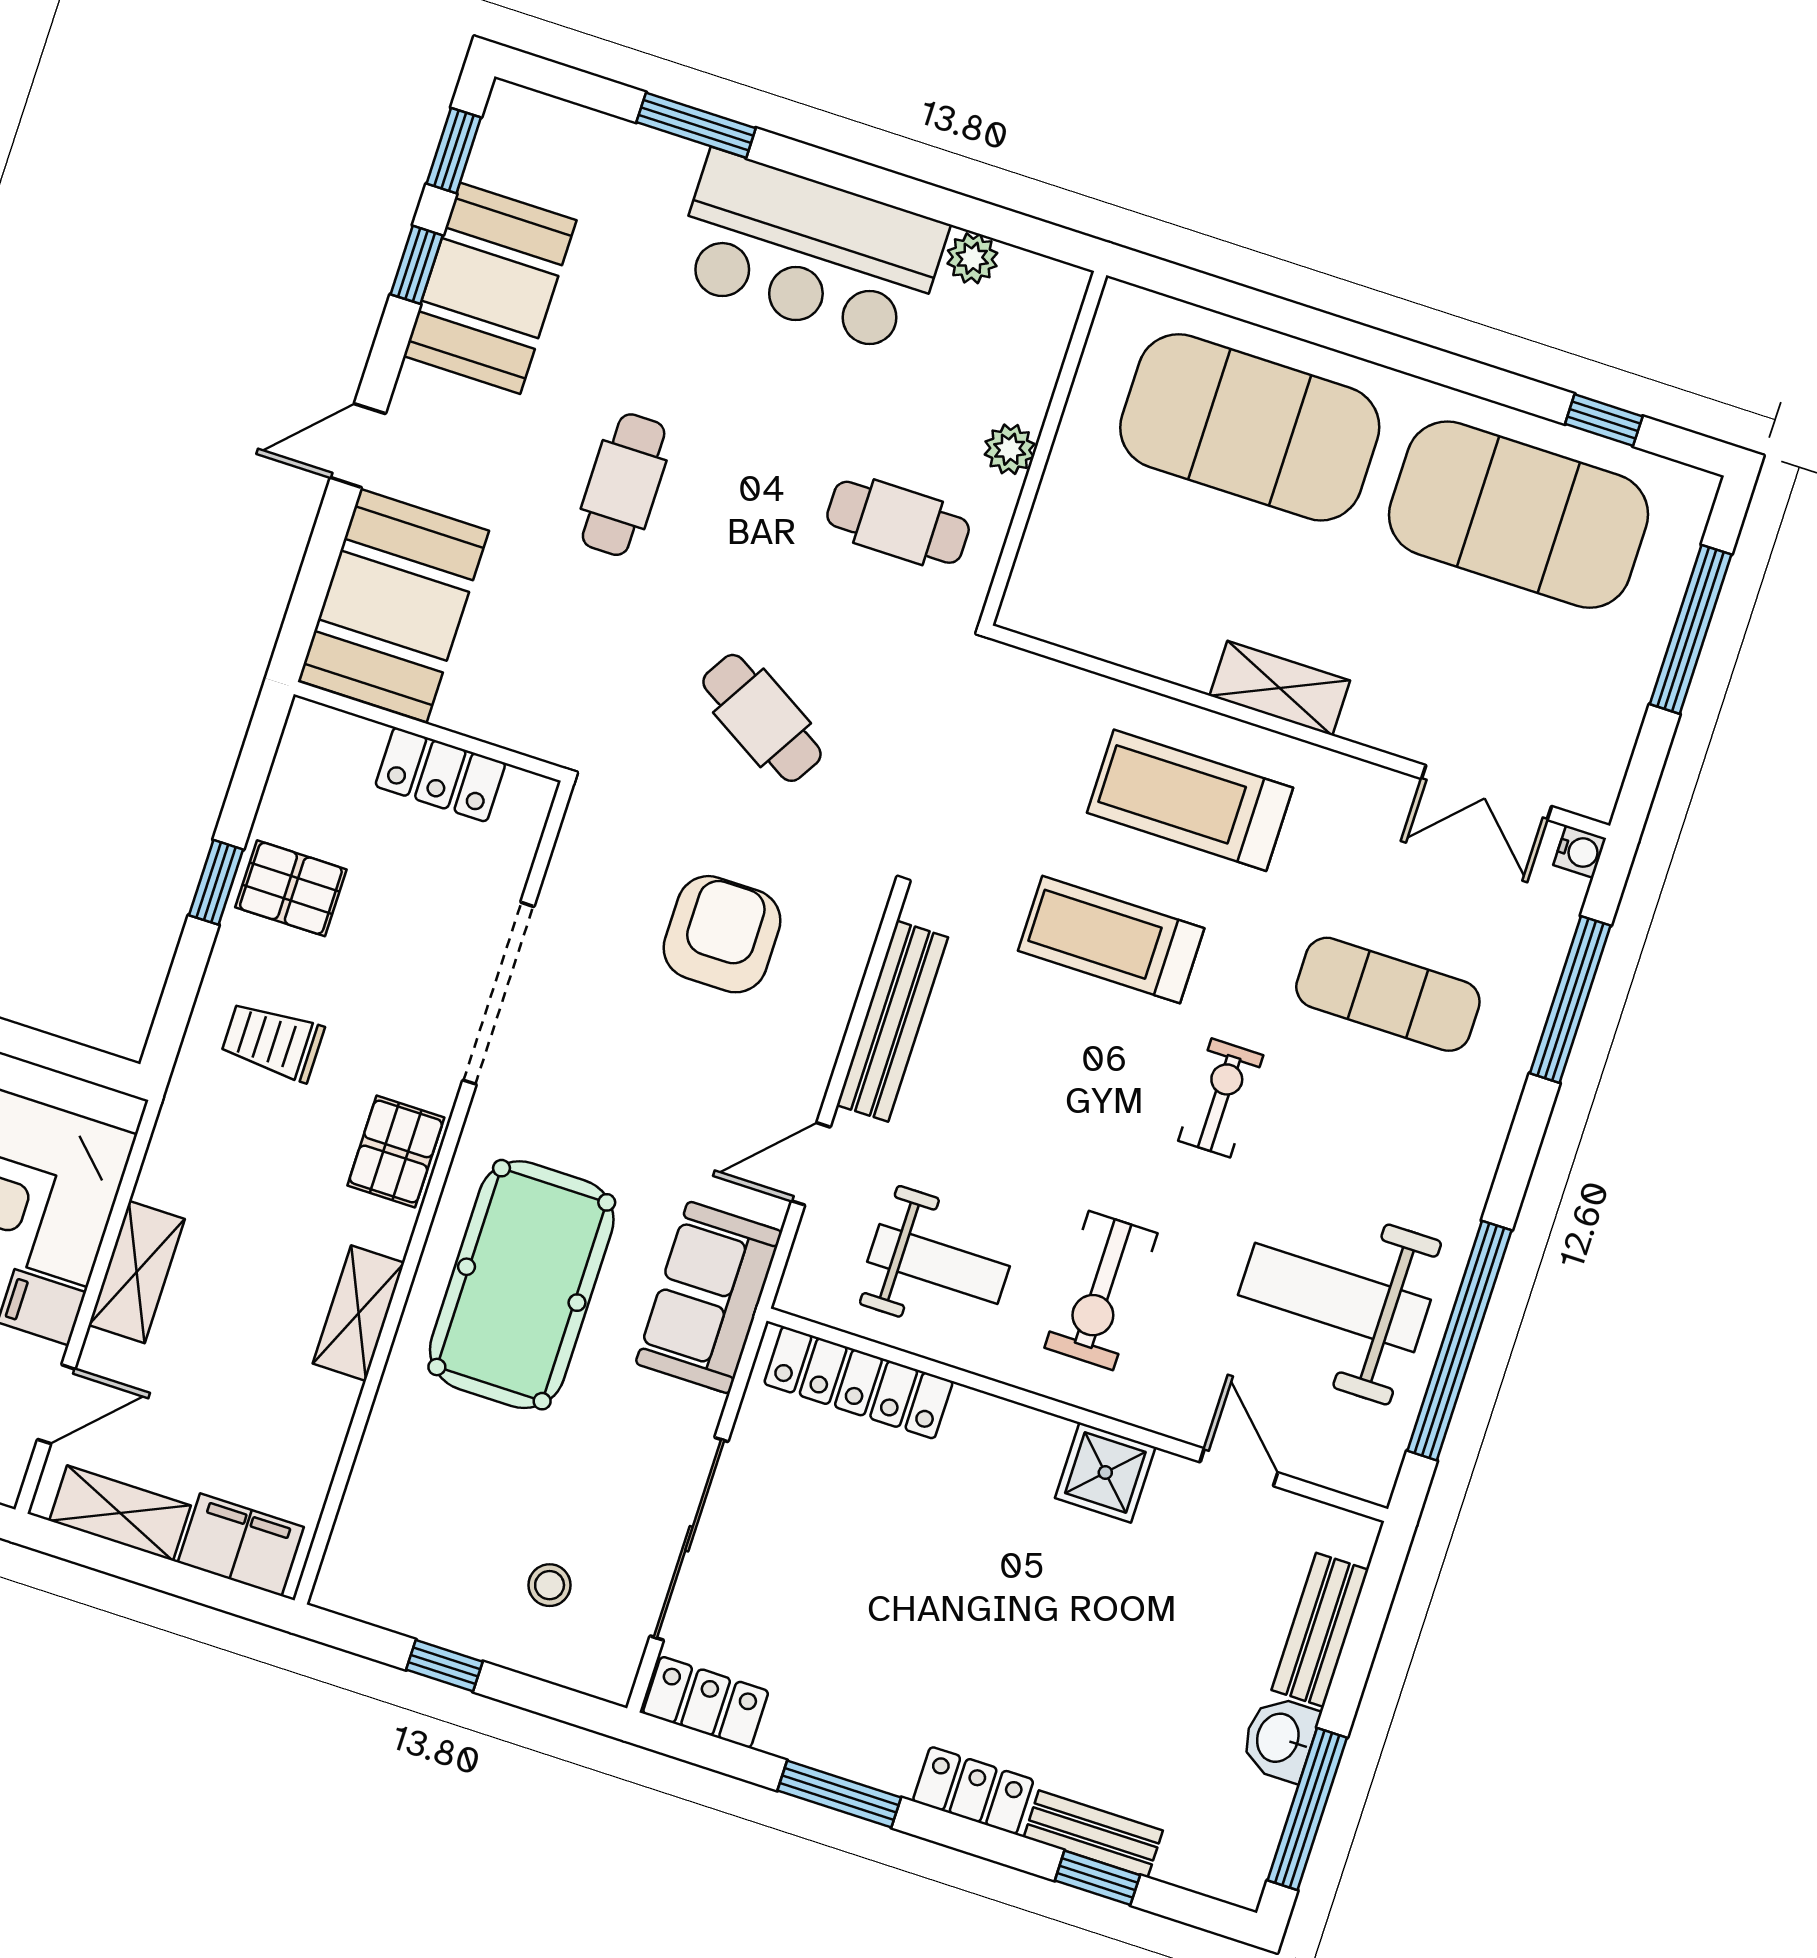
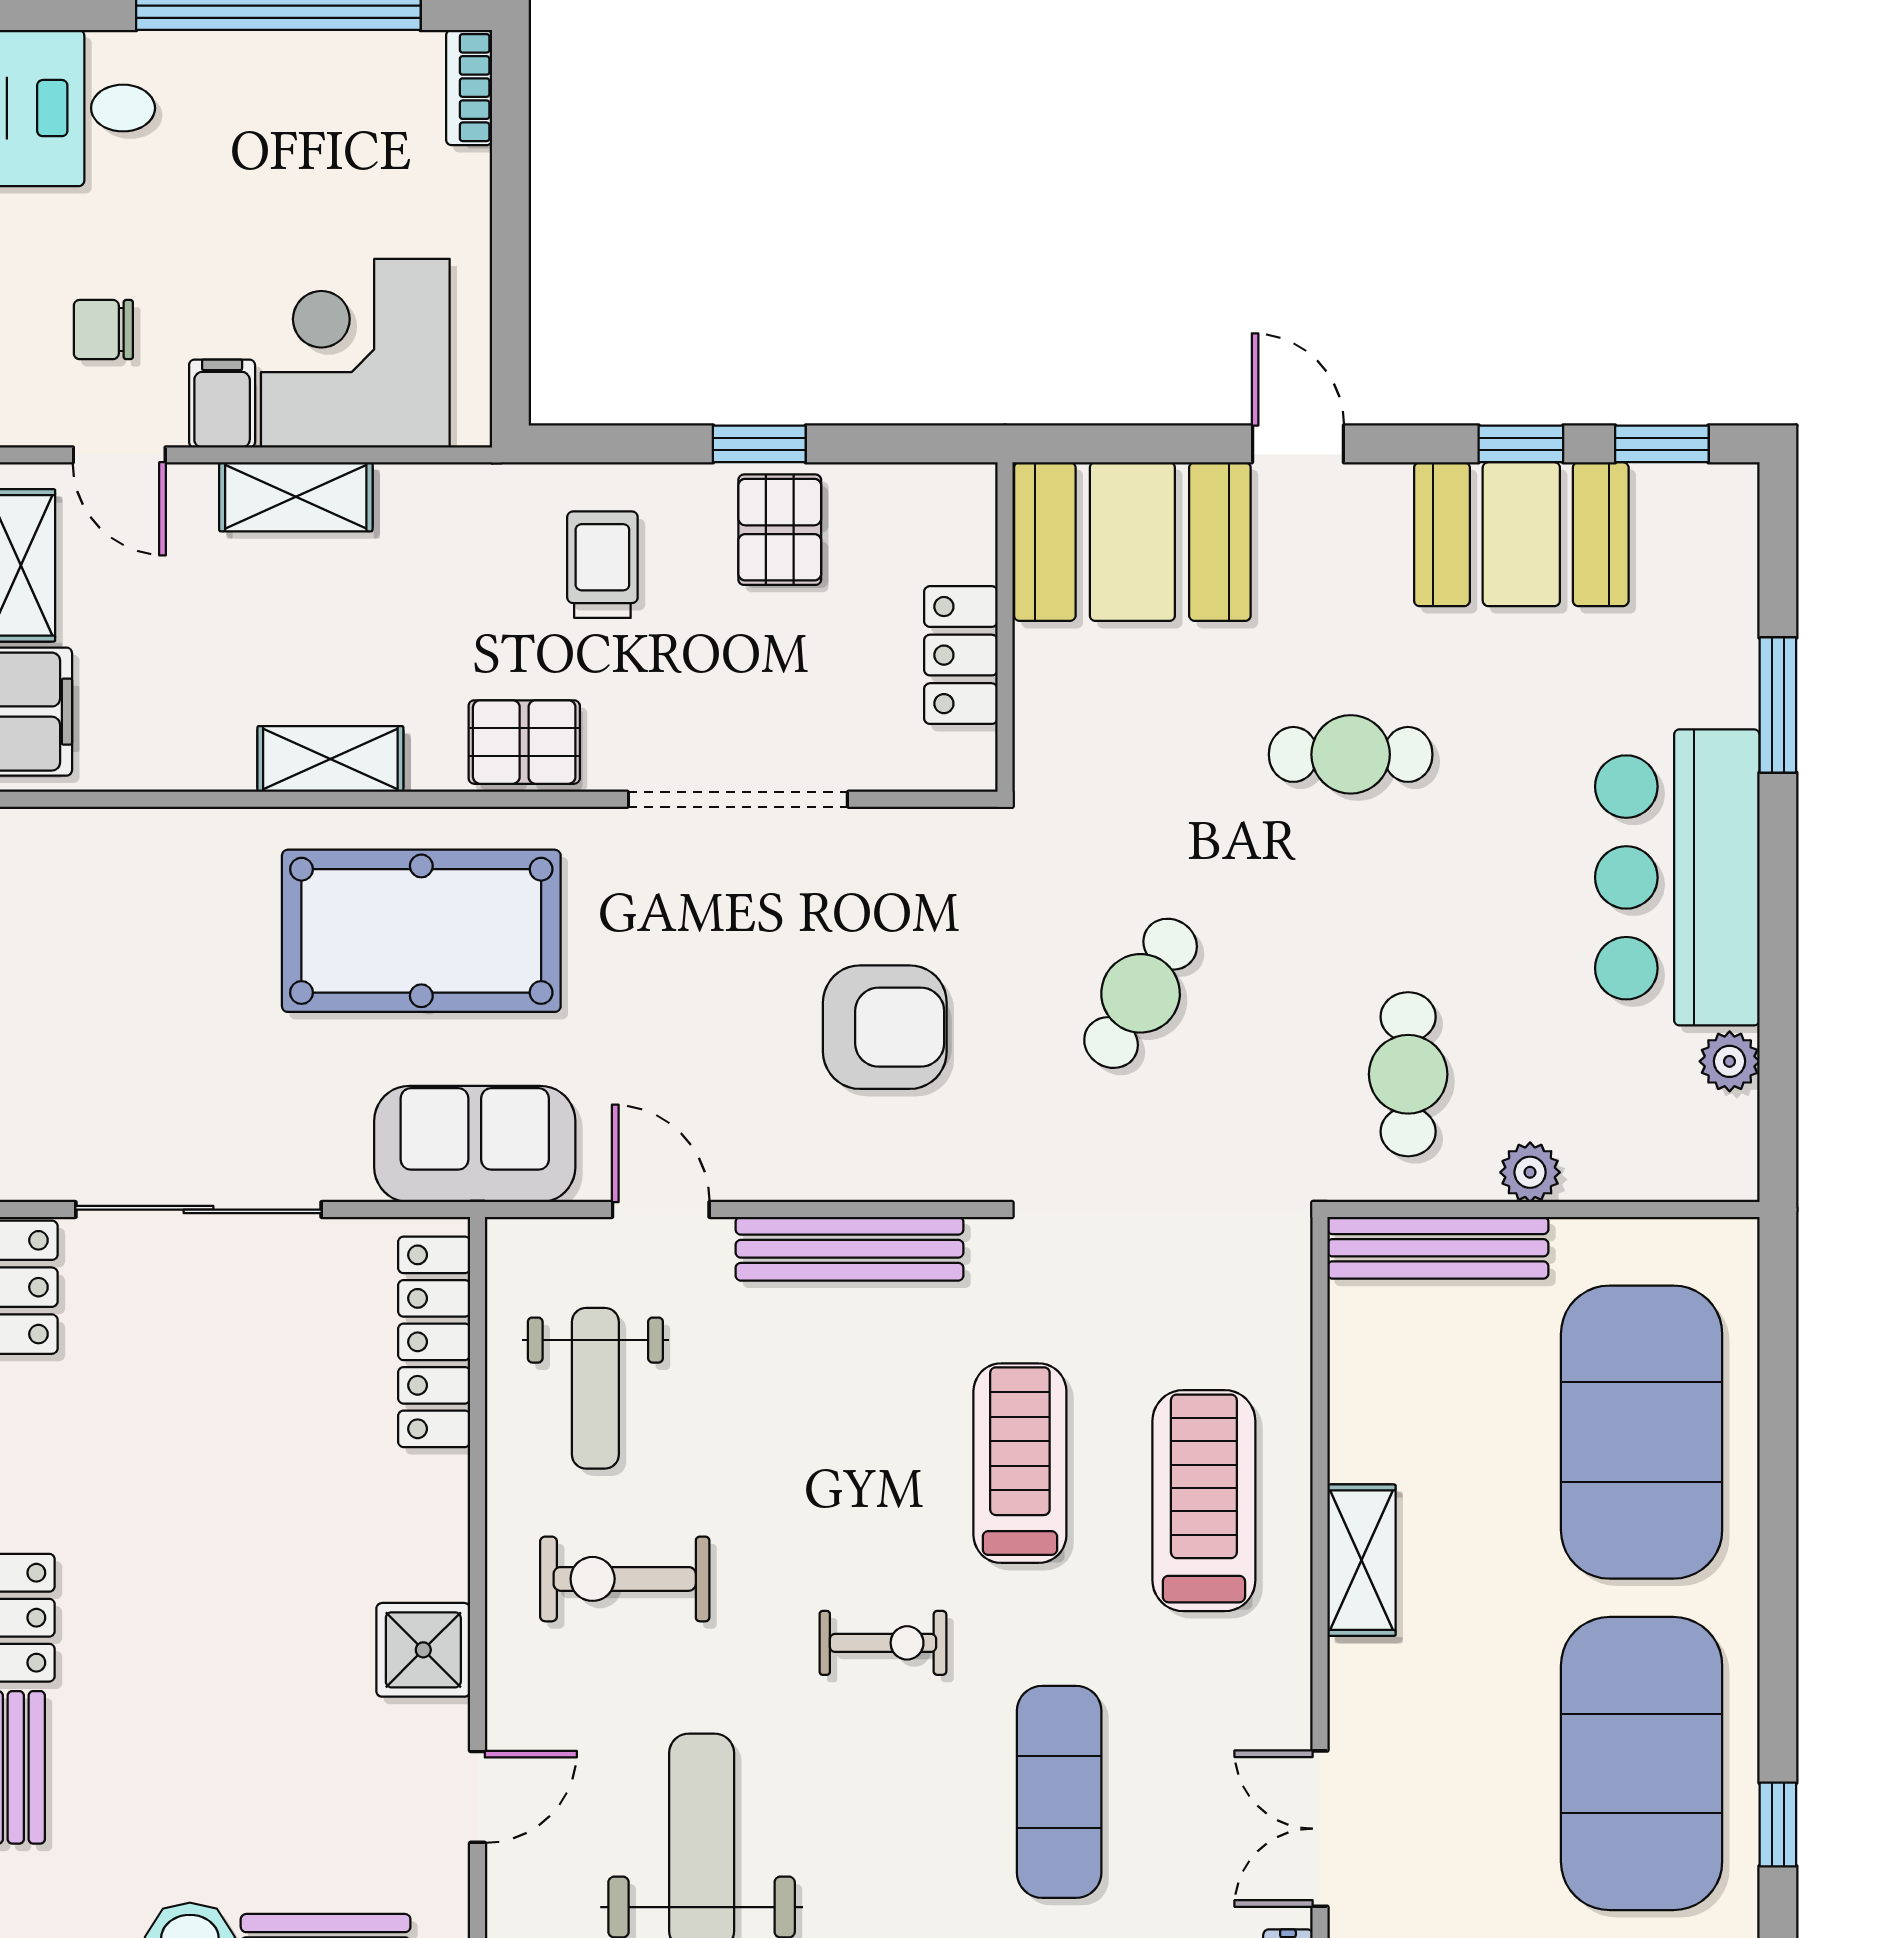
bench: (1047, 544) -> (1438, 1248), added
stool: (550, 1585) -> (96, 1071), removed

